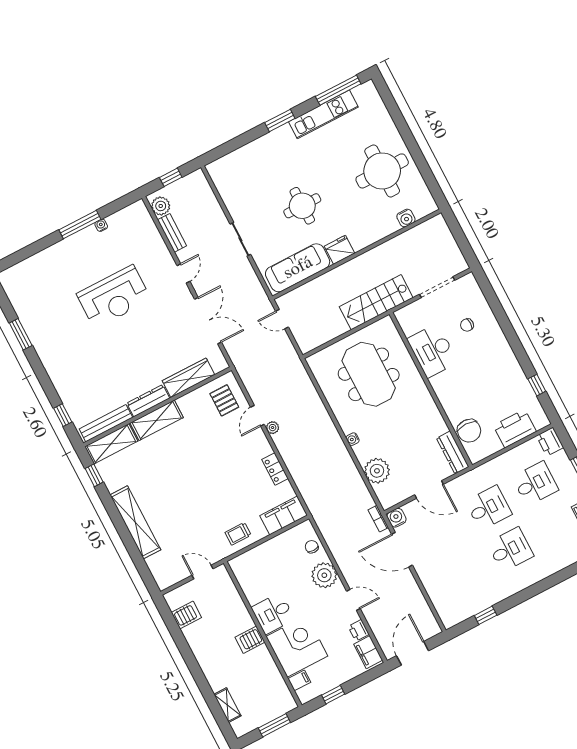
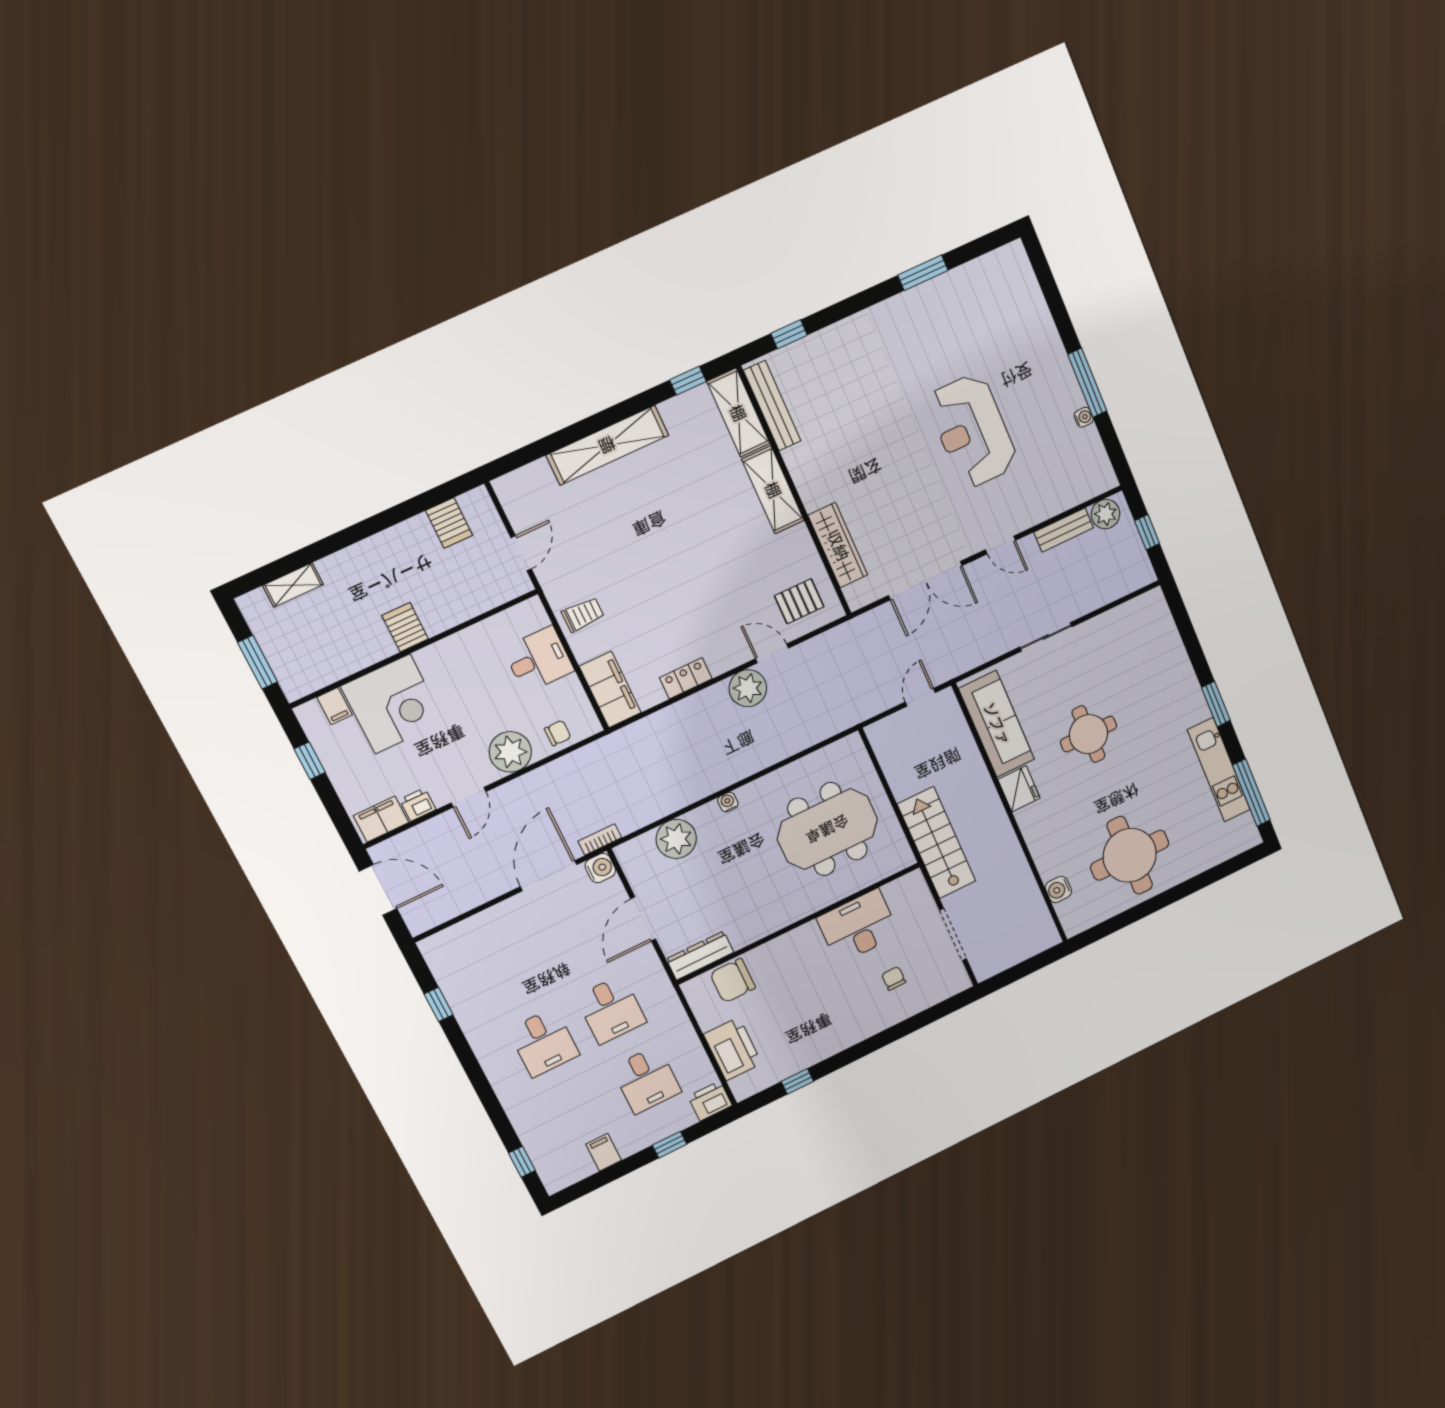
dresser: (148, 401) -> (805, 478), removed
plant: (273, 428) -> (748, 688), width x1.87, depth x1.87
trolley: (238, 534) -> (583, 615), turned 90
desk: (273, 613) -> (539, 660), moved, turned 90

